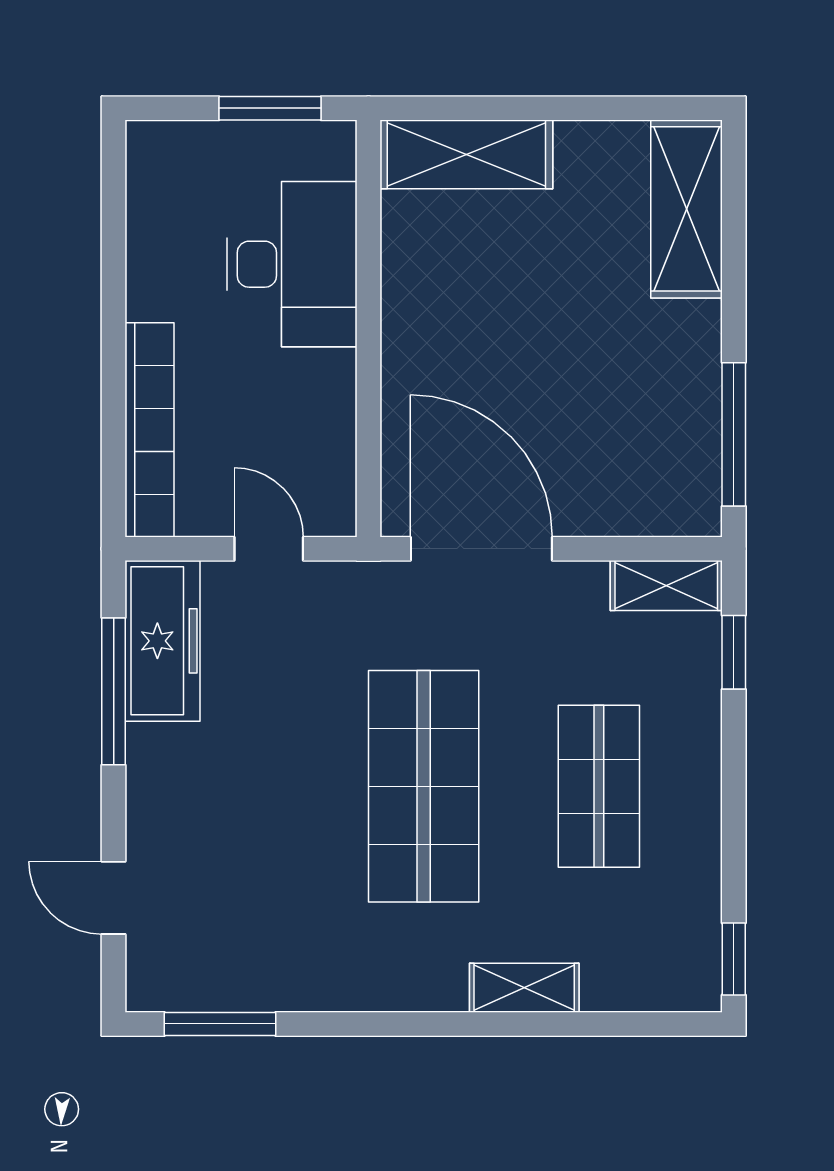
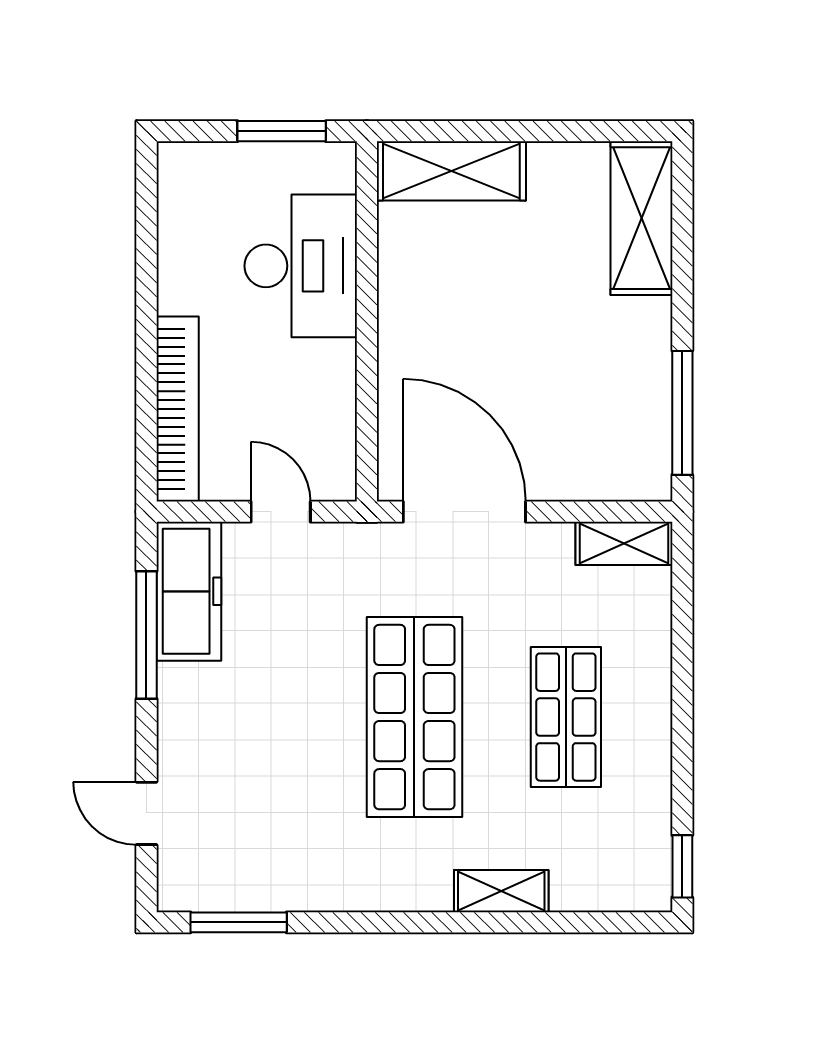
window: (734, 652) -> (682, 601), removed

